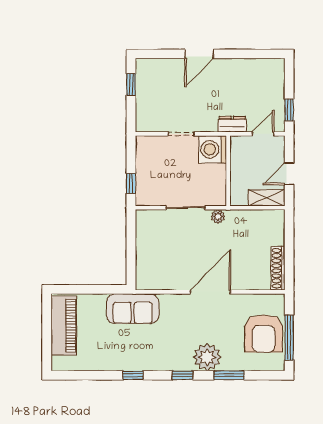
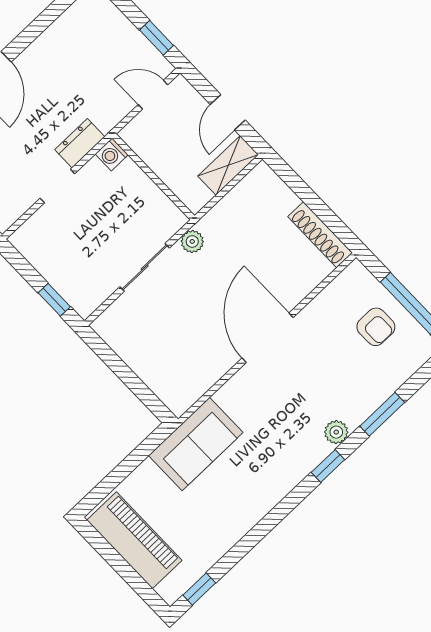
dresser: (232, 124) -> (80, 143), moved
door: (263, 134) -> (153, 95), hinge flipped
washing machine: (213, 149) -> (112, 154), width x0.53, depth x0.53
armchair: (264, 333) -> (376, 327), width x0.53, depth x0.53
plant: (207, 357) -> (336, 432), width x0.53, depth x0.53
window: (133, 375) -> (199, 589), moved

